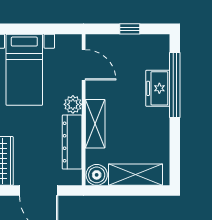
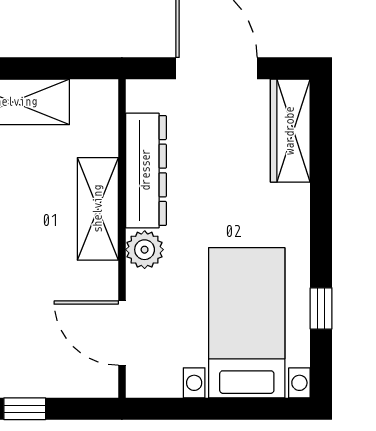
boiler: (97, 175) -> (94, 101), removed

